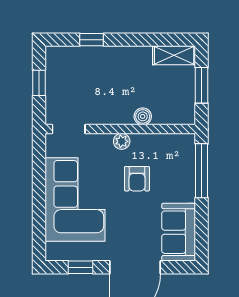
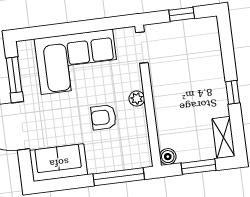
window: (92, 40) -> (233, 92), moved
boiler: (143, 116) -> (168, 157), moved
window: (81, 267) -> (14, 75), width x1.50

